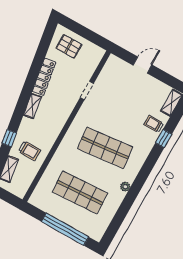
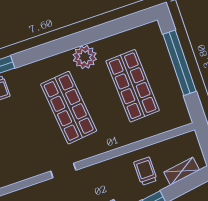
doorway: (87, 91) -> (63, 171), moved
plant: (125, 187) -> (85, 57), width x1.88, depth x1.88

